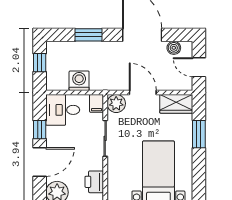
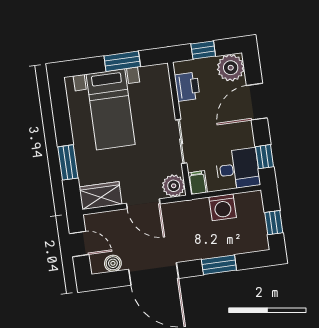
window: (40, 130) -> (265, 157), moved

